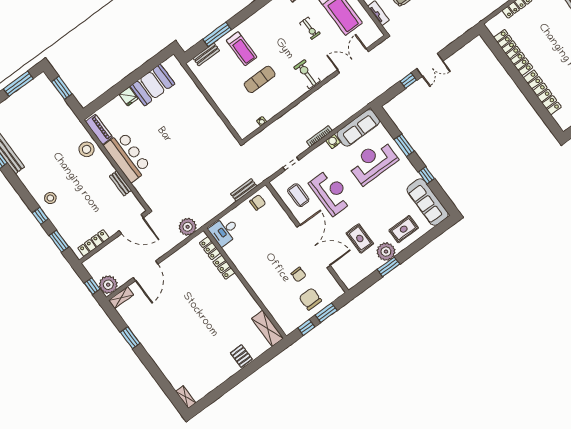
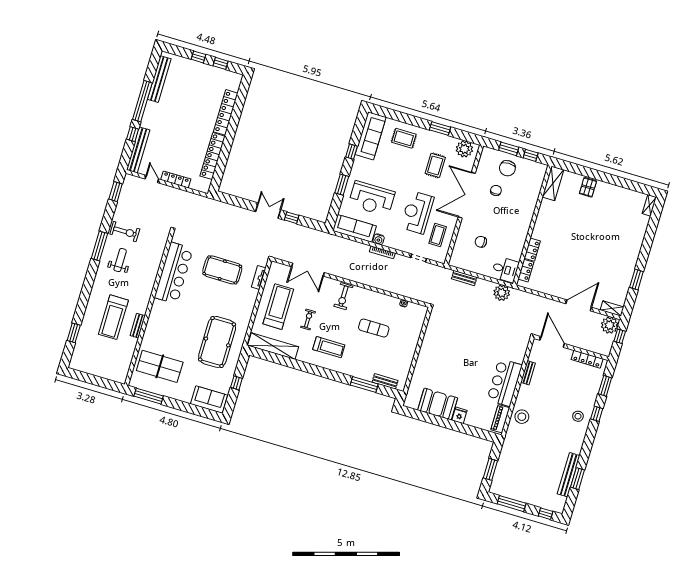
treadmill: (242, 49) -> (329, 347), moved, turned 90
chair: (258, 202) -> (481, 242), moved
plant: (188, 227) -> (502, 293), moved
plant: (386, 252) -> (464, 149), moved

